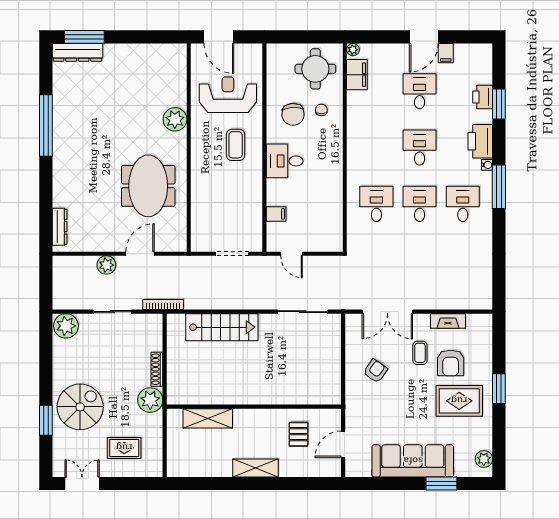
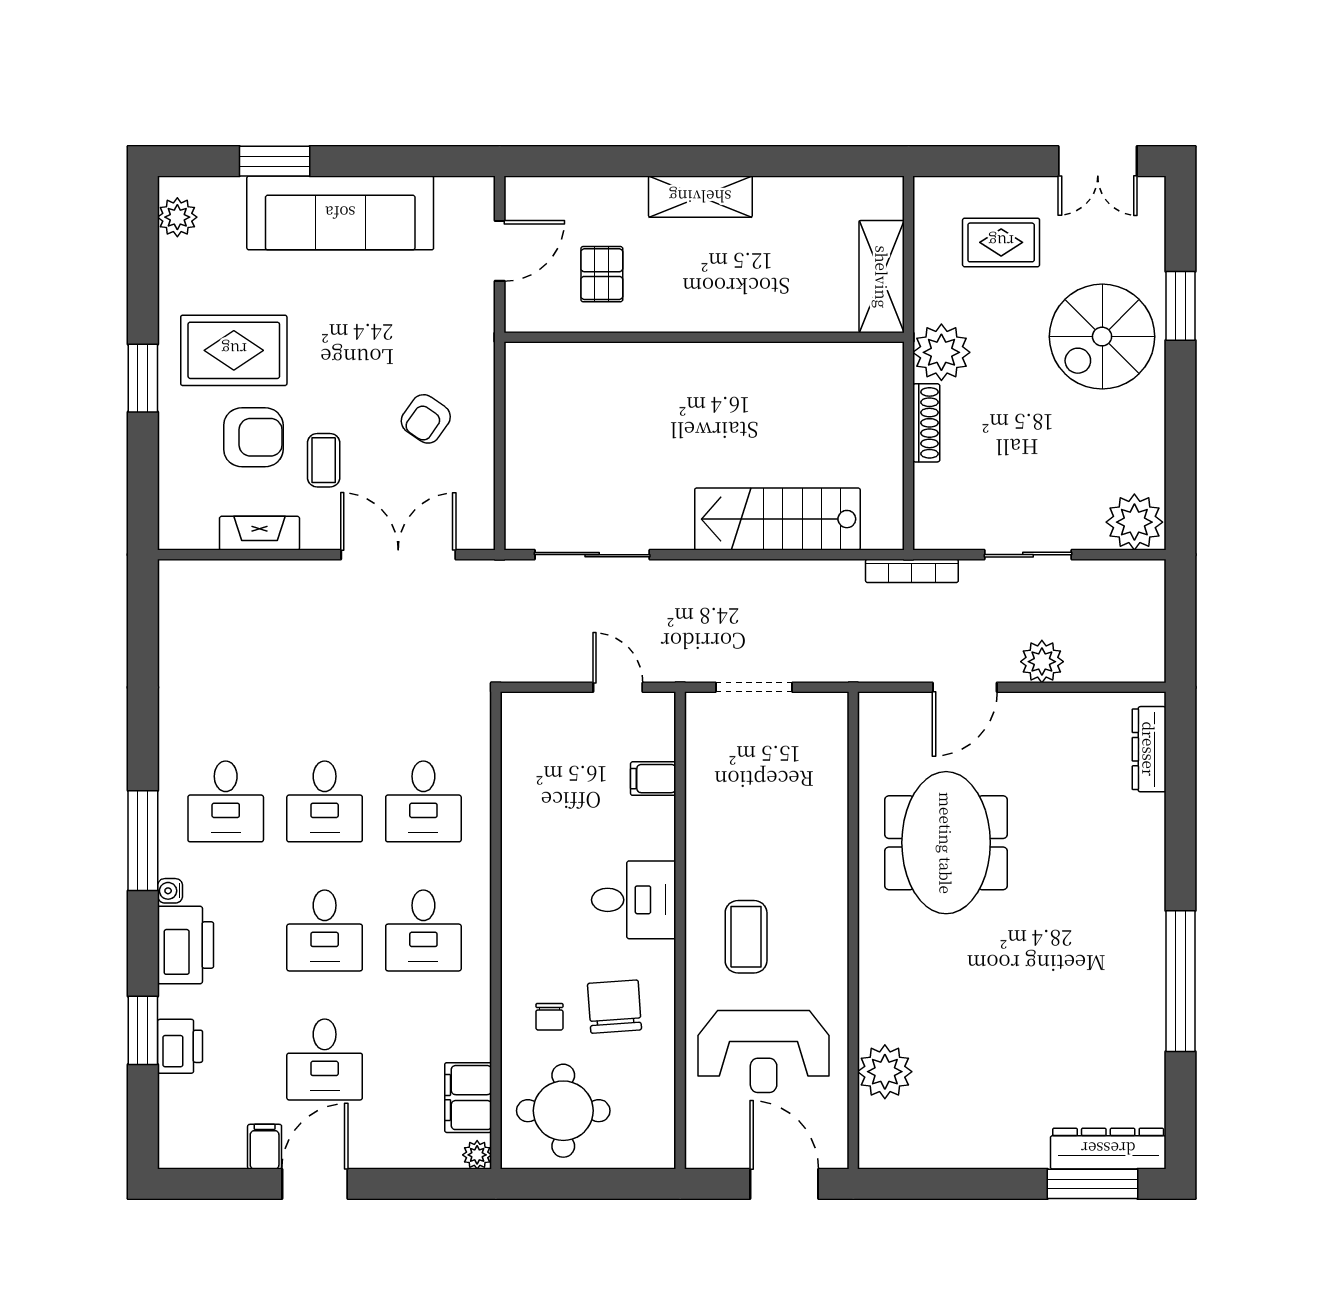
plant: (175, 119) -> (885, 1072), moved
desk: (376, 148) -> (423, 930), added
armchair: (451, 363) -> (253, 437), turned 90
shelving: (208, 418) -> (882, 277), moved, turned 90

